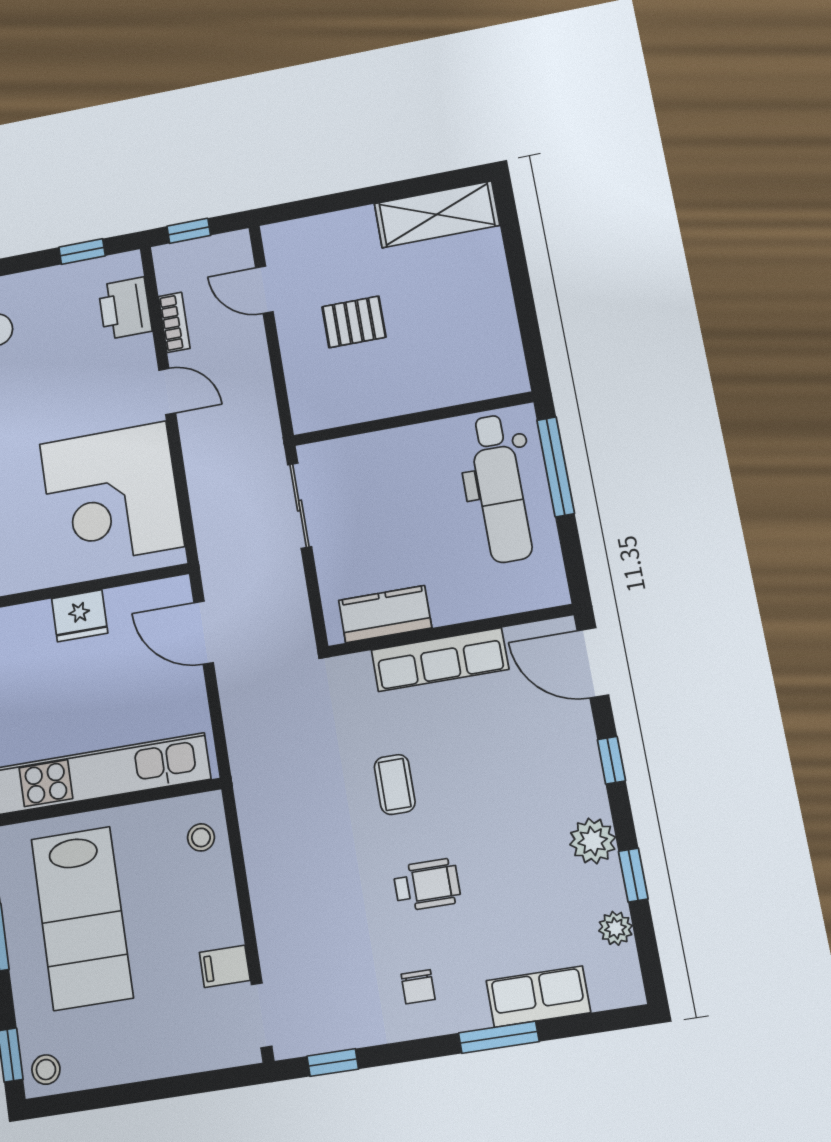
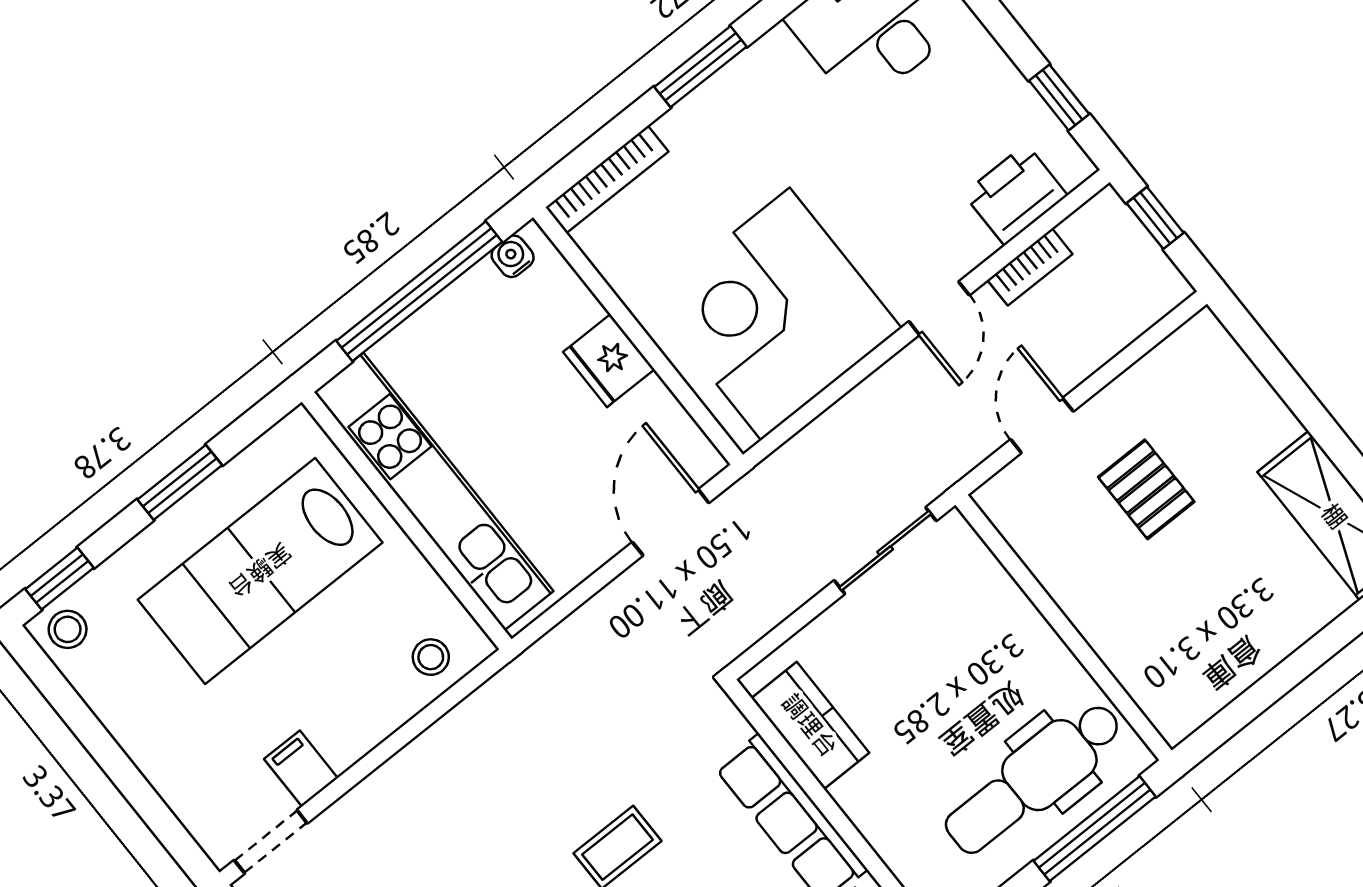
door: (264, 290) -> (1042, 425), moved

